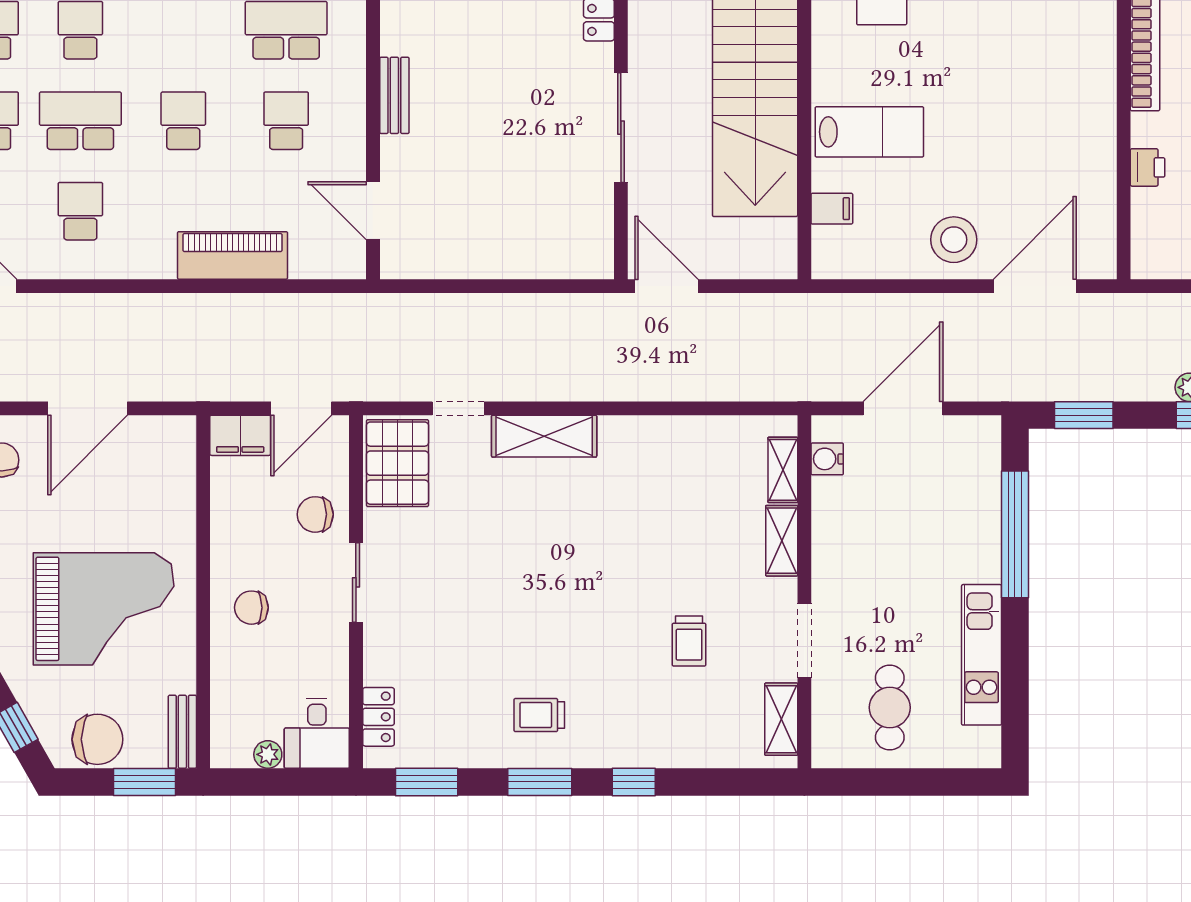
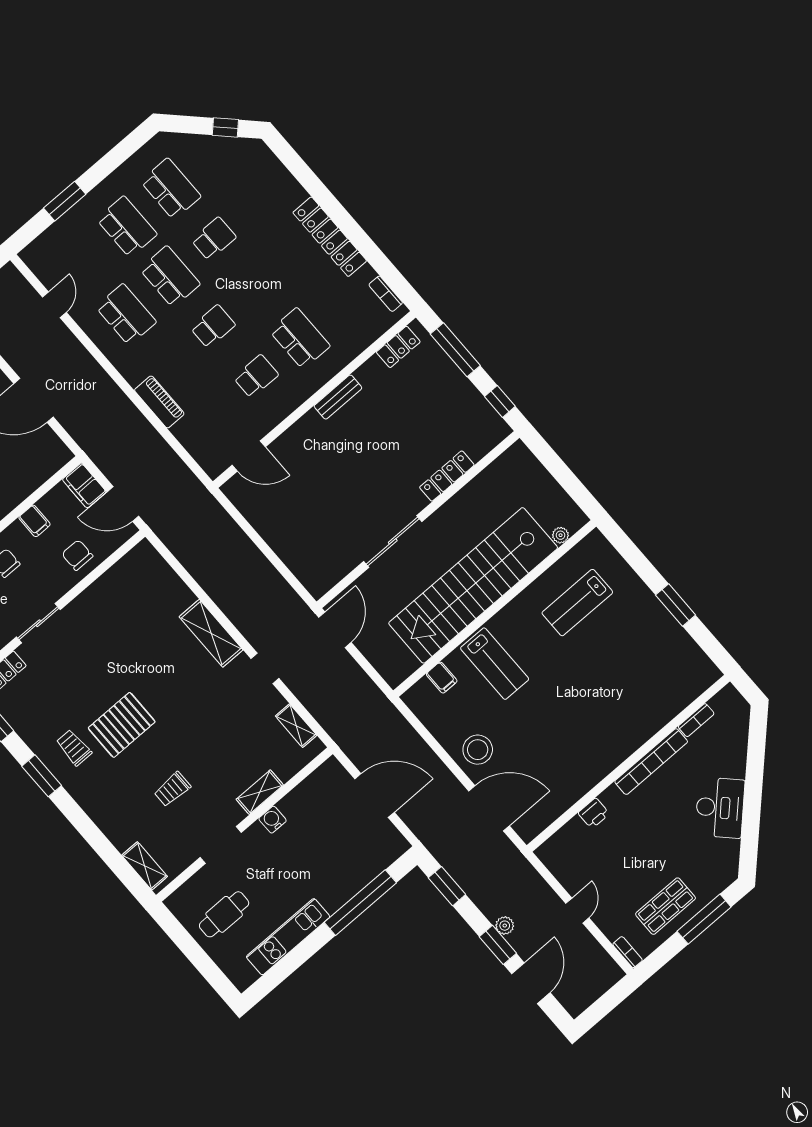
bench: (394, 95) -> (338, 397), moved
school desk: (80, 211) -> (126, 314), width x1.85
door: (373, 211) -> (249, 456), swing flipped
piano: (233, 255) -> (159, 402), width x0.73, depth x0.75
doorway: (458, 408) -> (265, 668), moved
water cooler: (827, 459) -> (273, 820), moved
pallet: (398, 463) -> (122, 725), moved
shelving: (783, 470) -> (296, 726), moved, turned 90
filing cabinet: (231, 530) -> (34, 521), added
sliding door: (356, 582) -> (38, 623), moved
shelving: (781, 719) -> (145, 866), moved, turned 90
window: (634, 782) -> (81, 821), removed

